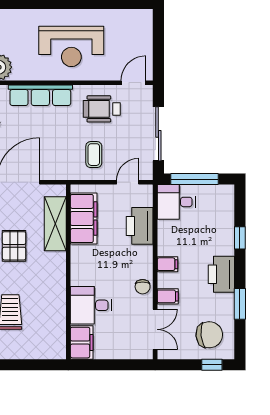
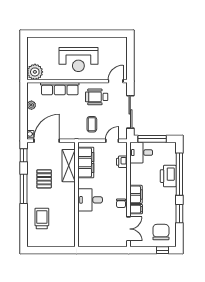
printer: (140, 226) -> (122, 162), width x0.53, depth x0.68
window: (240, 238) -> (179, 174), width x3.17
filing cabinet: (167, 264) -> (136, 194), width x2.00
printer: (221, 274) -> (168, 176), moved
desk: (91, 305) -> (90, 200), moved
chair: (209, 335) -> (161, 232), turned -84
filing cabinet: (82, 343) -> (85, 237), removed

